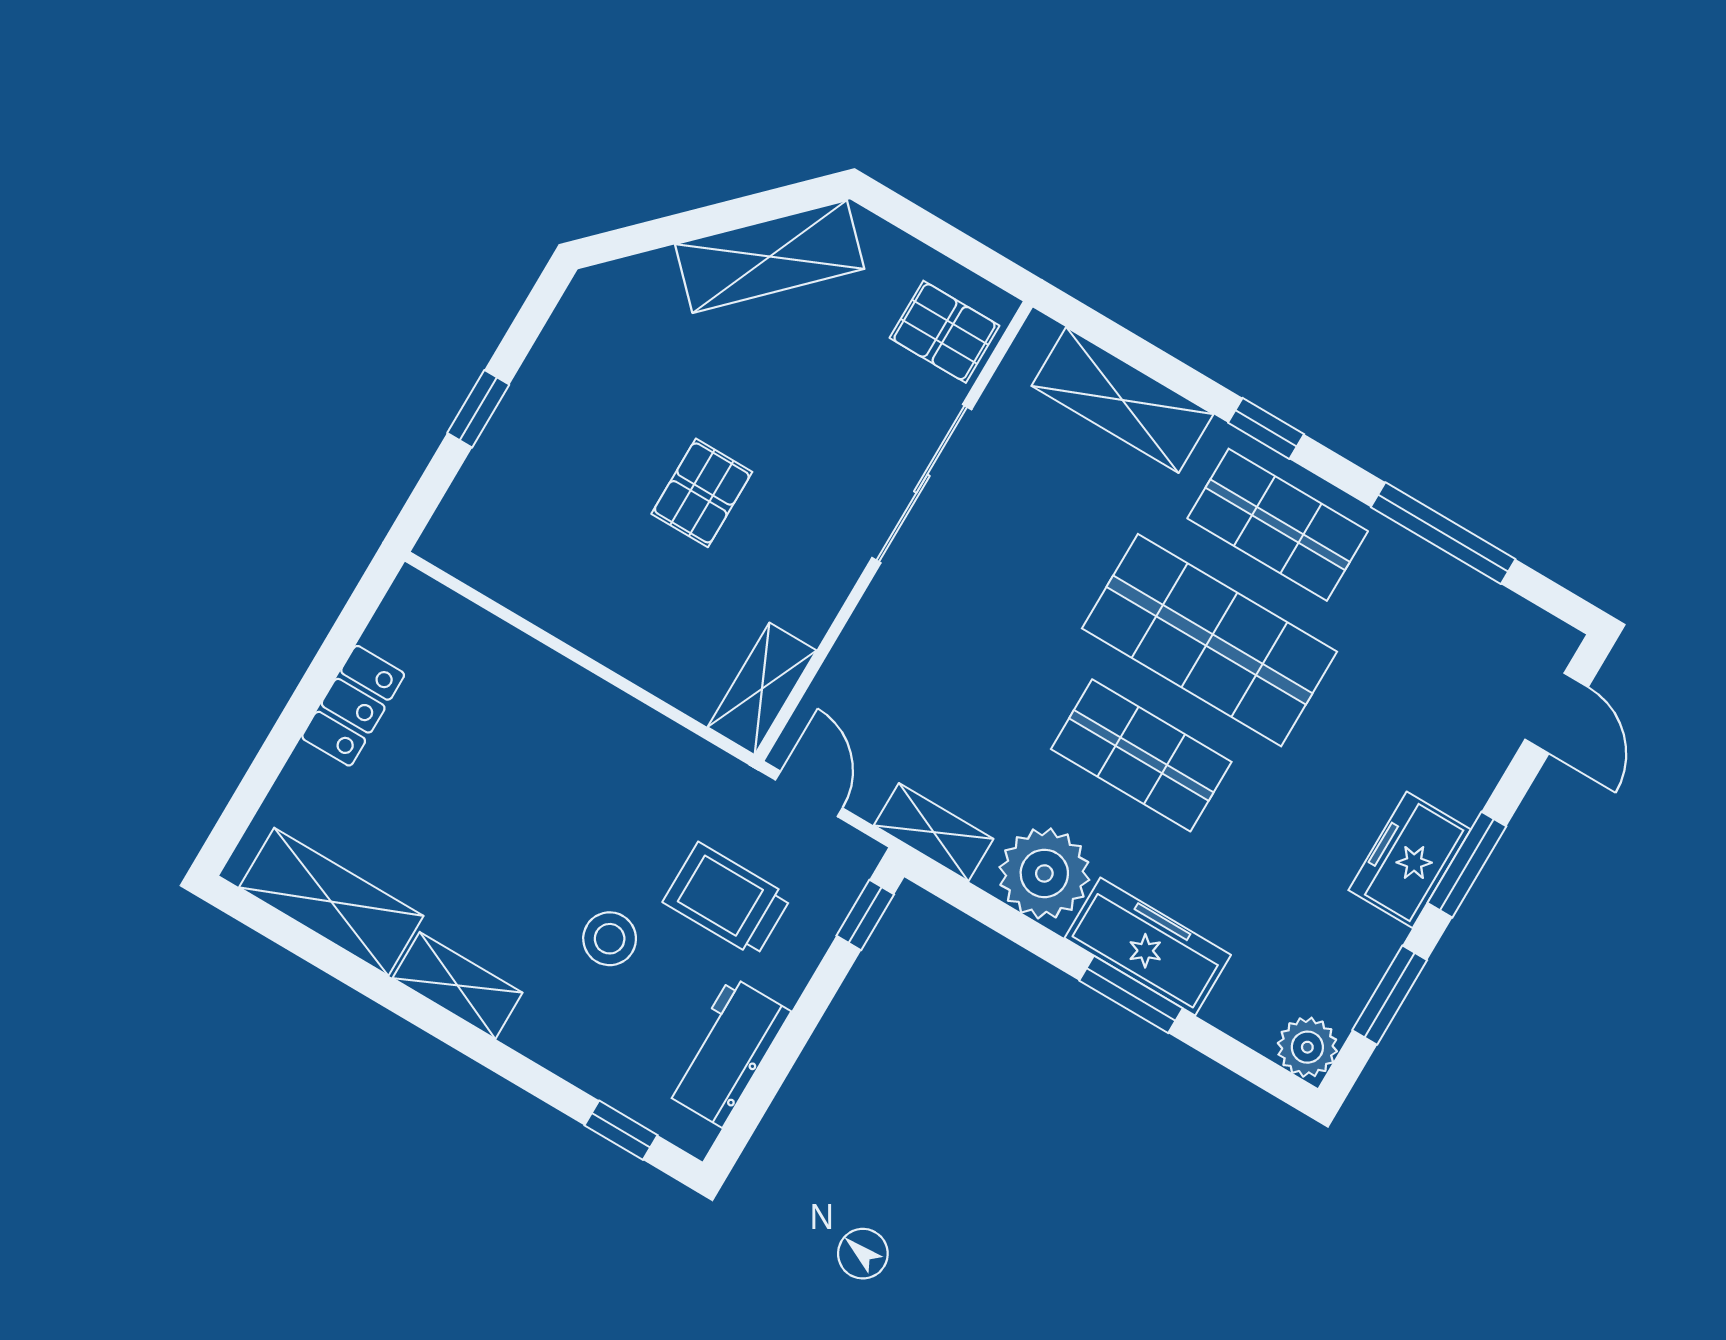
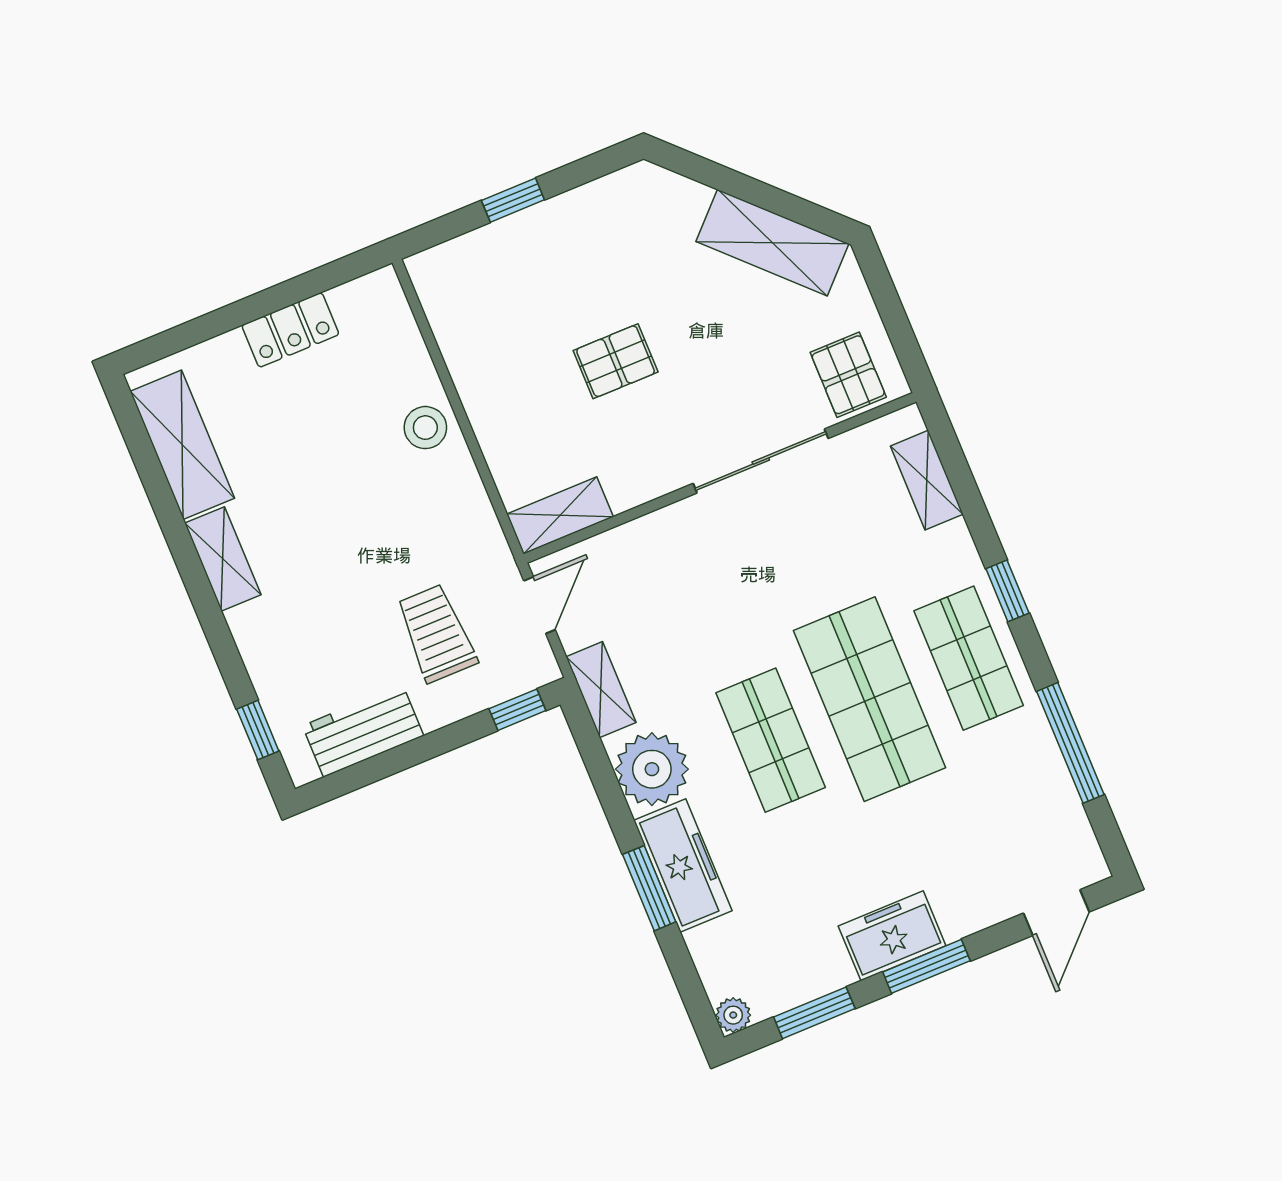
shelving: (1122, 400) -> (927, 480), width x0.67, depth x0.75
stool: (610, 939) -> (425, 428), moved
plant: (1307, 1047) -> (733, 1015), width x0.73, depth x0.73

